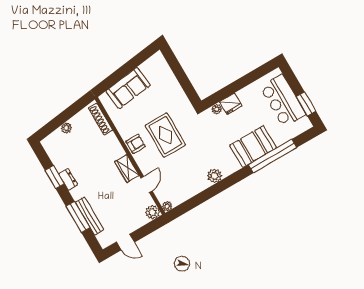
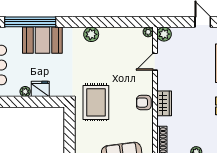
plant: (217, 109) -> (25, 92), moved
rug: (165, 135) -> (96, 102), moved
wardrobe: (127, 168) -> (164, 103), moved

